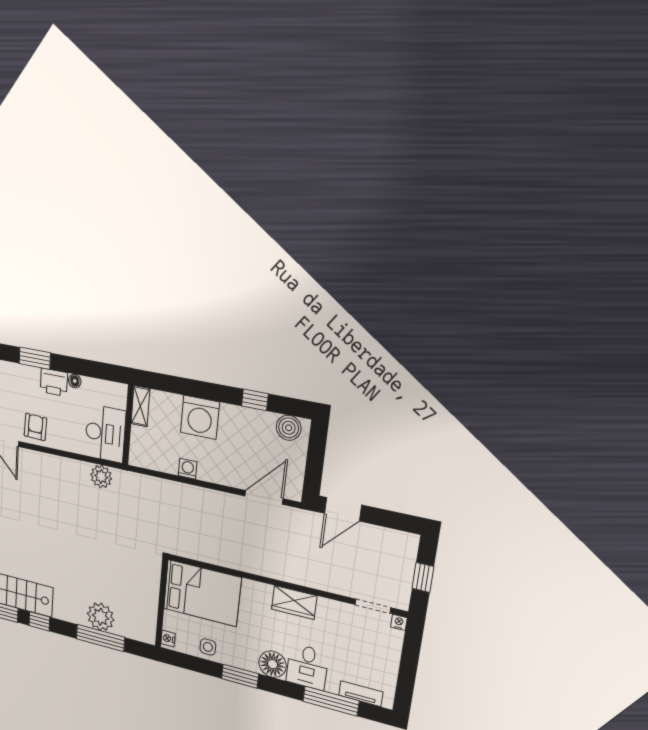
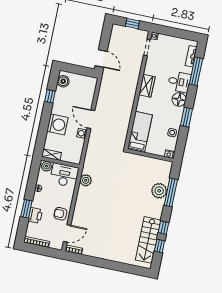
printer: (54, 382) -> (35, 215), moved
plant: (117, 397) -> (47, 166), added
door: (264, 497) -> (91, 119), moved
bed: (202, 593) -> (140, 132), width x0.67

